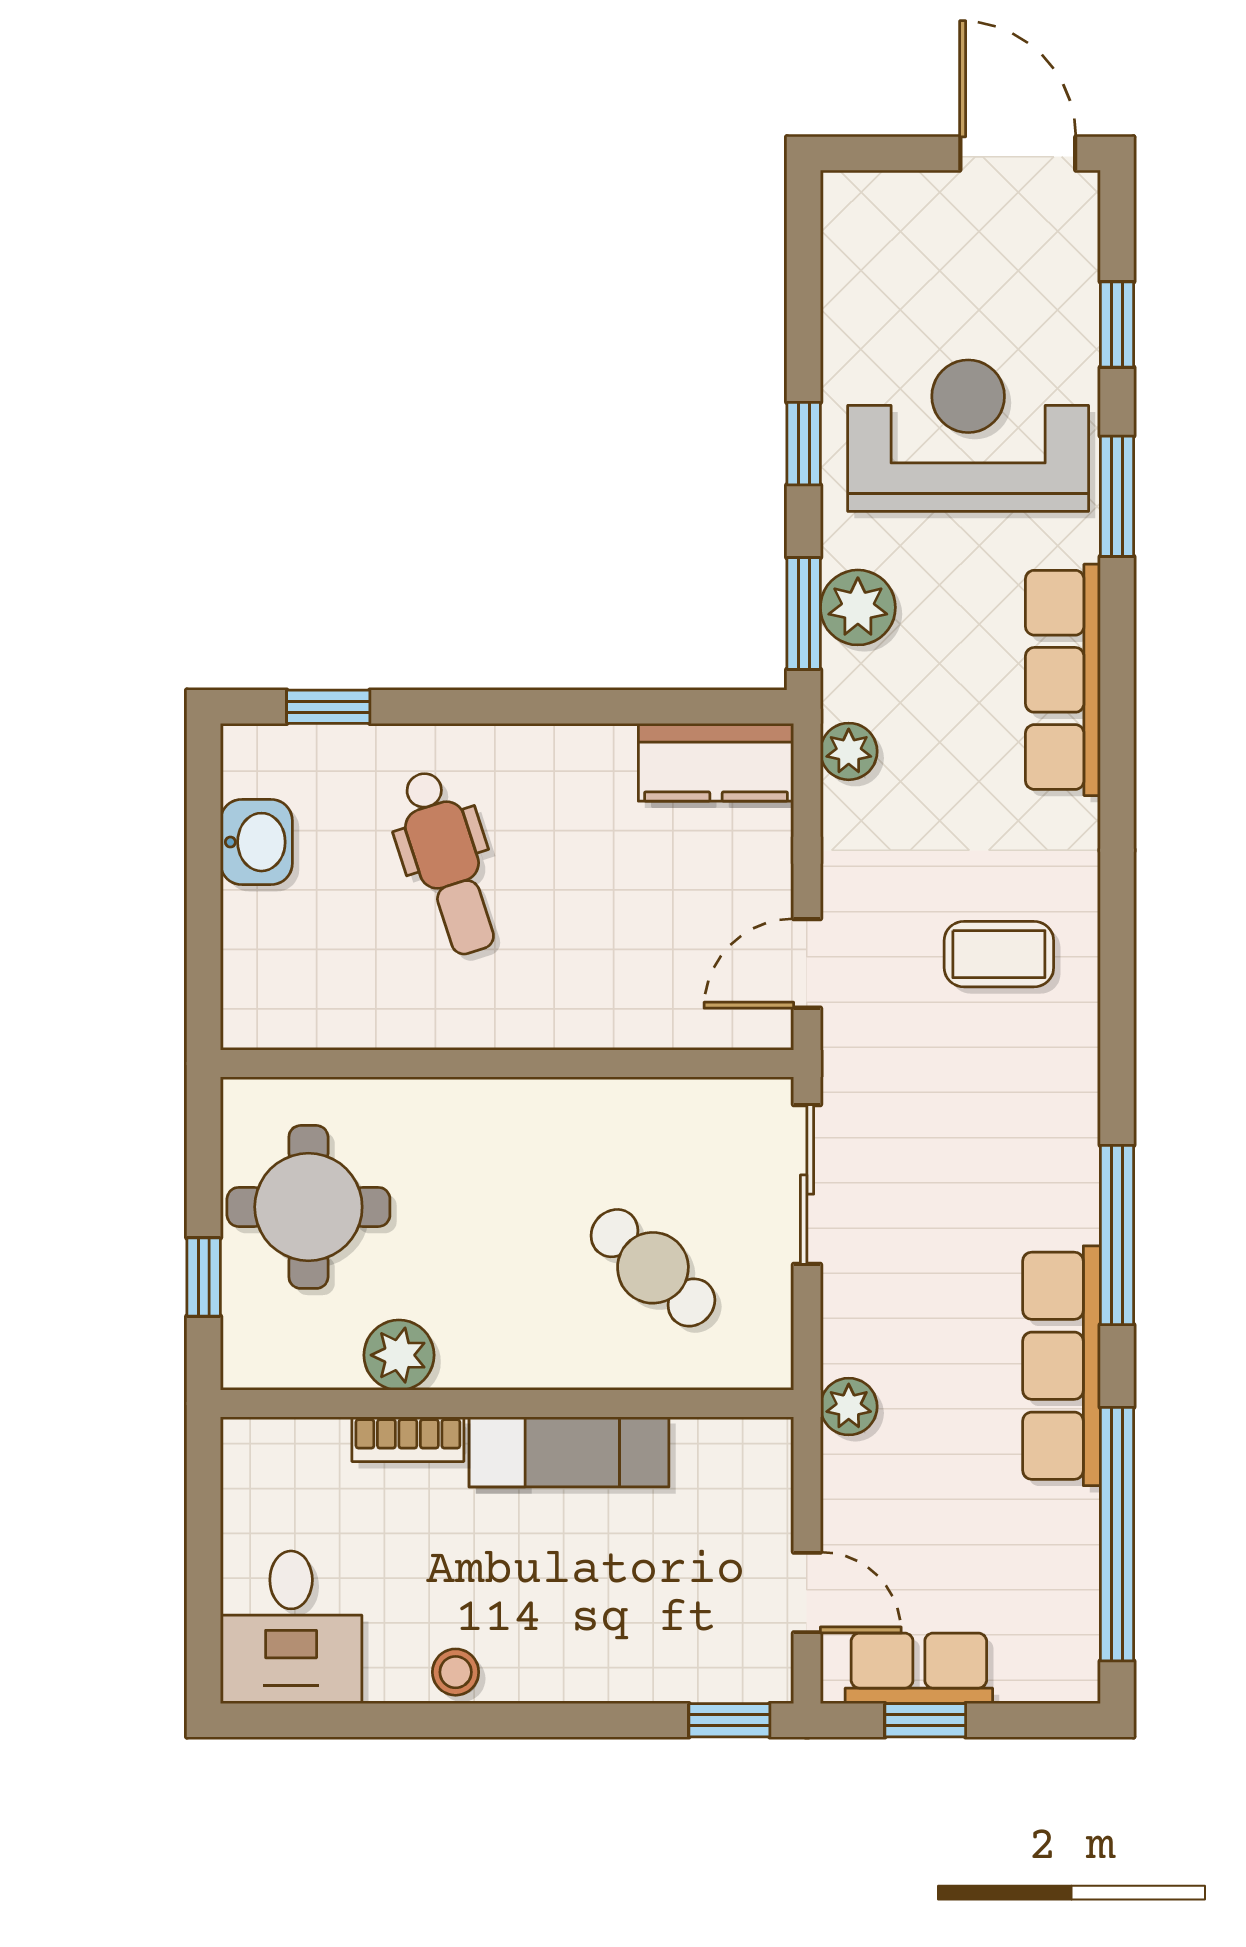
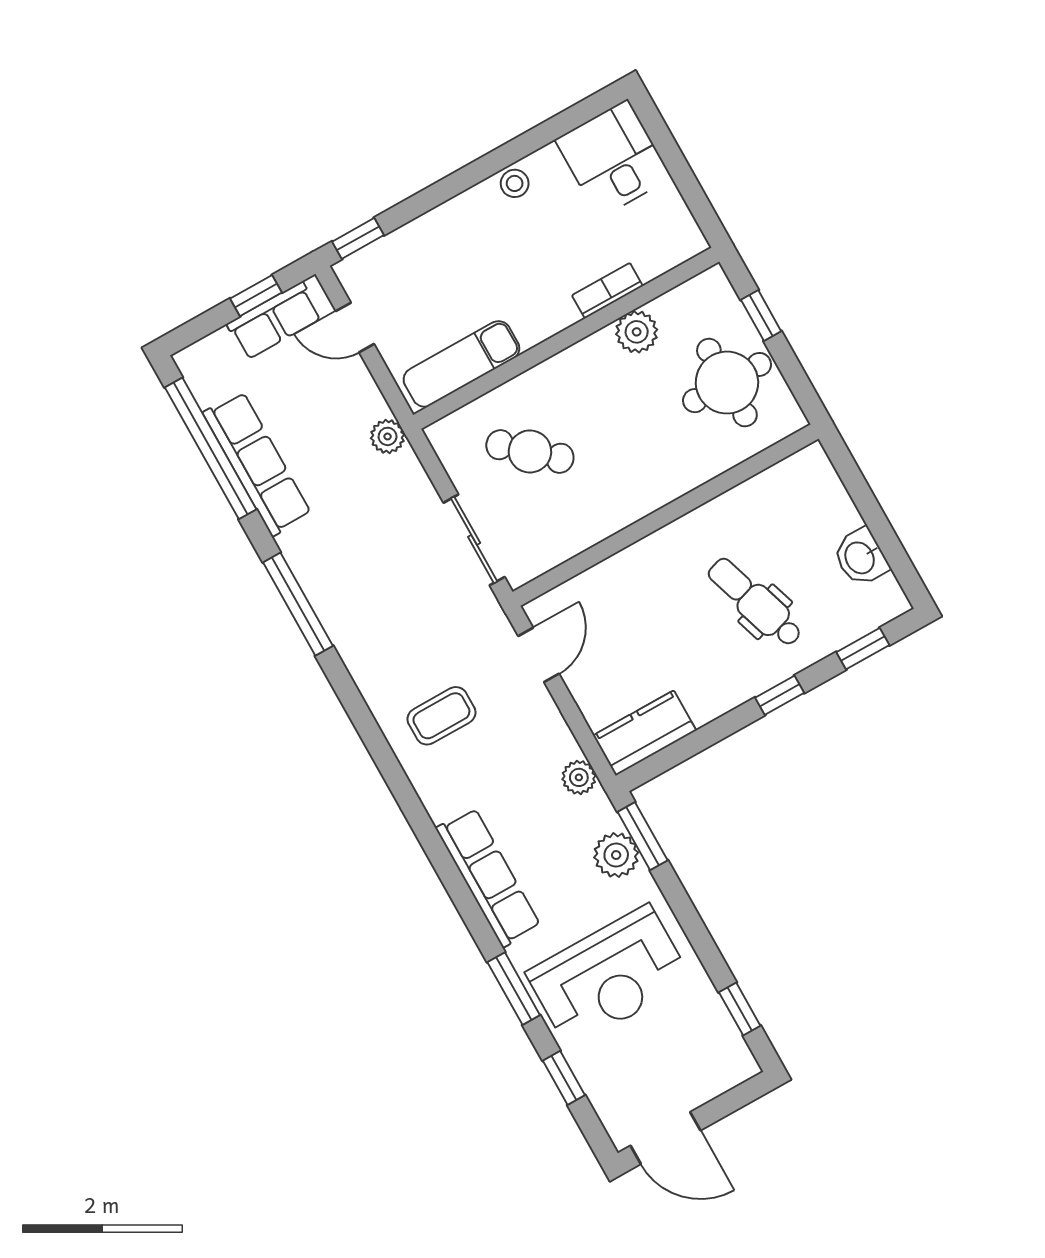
window: (804, 444) -> (740, 1009), moved
window: (488, 707) -> (780, 695), added
row of seats: (1062, 1366) -> (257, 464), moved
exam couch: (569, 1452) -> (461, 364), moved

